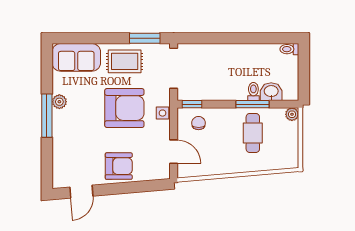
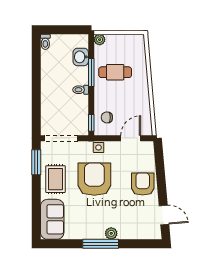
toilet: (253, 91) -> (81, 90), moved
plant: (59, 102) -> (111, 233), moved

